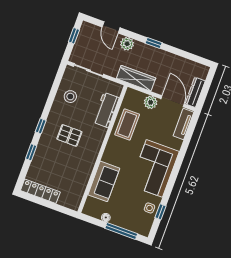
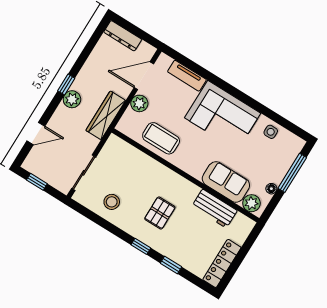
plant: (127, 44) -> (72, 99), moved
dresser: (195, 92) -> (123, 36), moved
workbench: (106, 110) -> (214, 209), moved
tv unit: (183, 124) -> (187, 76), moved
plant: (91, 204) -> (251, 203), added
window: (161, 212) -> (278, 119), removed

